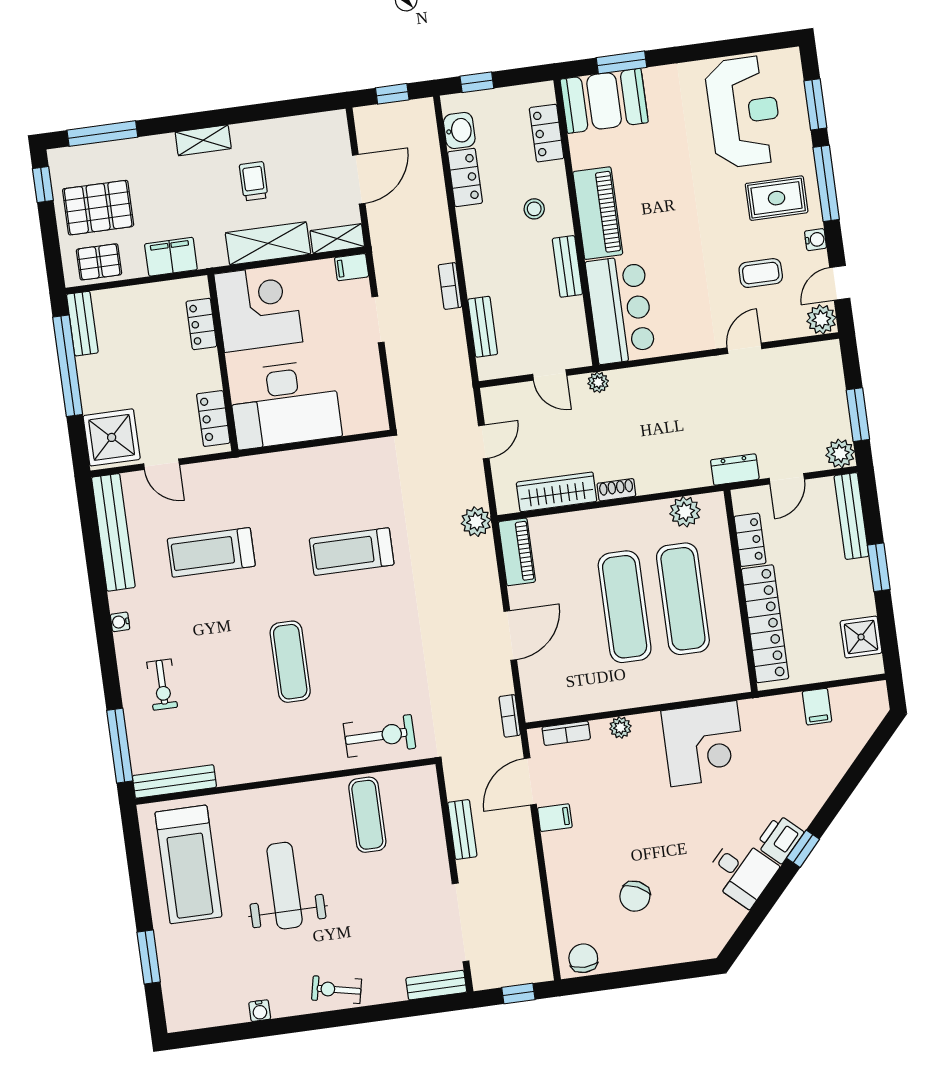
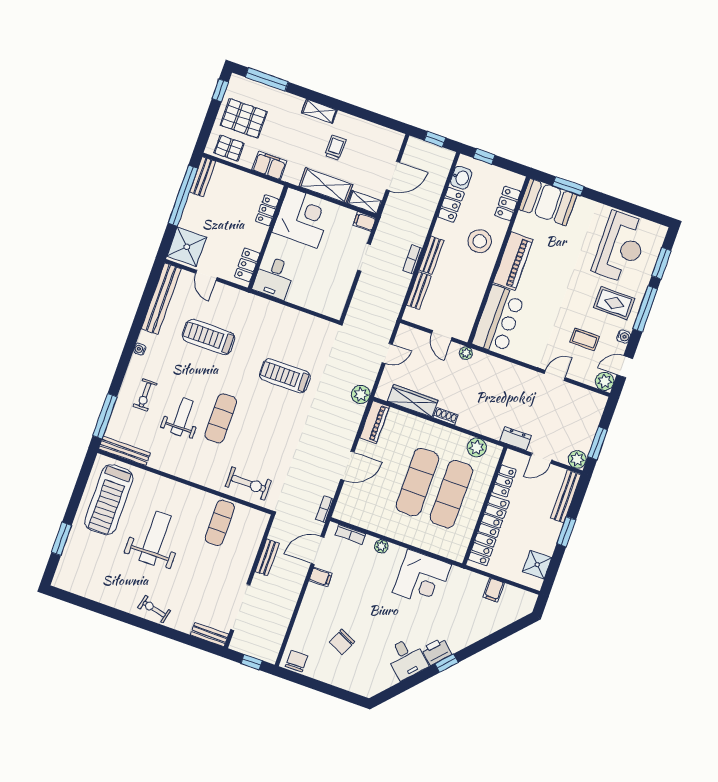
stool: (534, 209) -> (480, 241), width x1.89, depth x1.89
bench: (567, 266) -> (431, 255), moved
desk: (285, 404) -> (274, 277), width x0.53, depth x0.77
weight bench: (233, 689) -> (182, 417), added
water cooler: (260, 1011) -> (107, 599), removed

